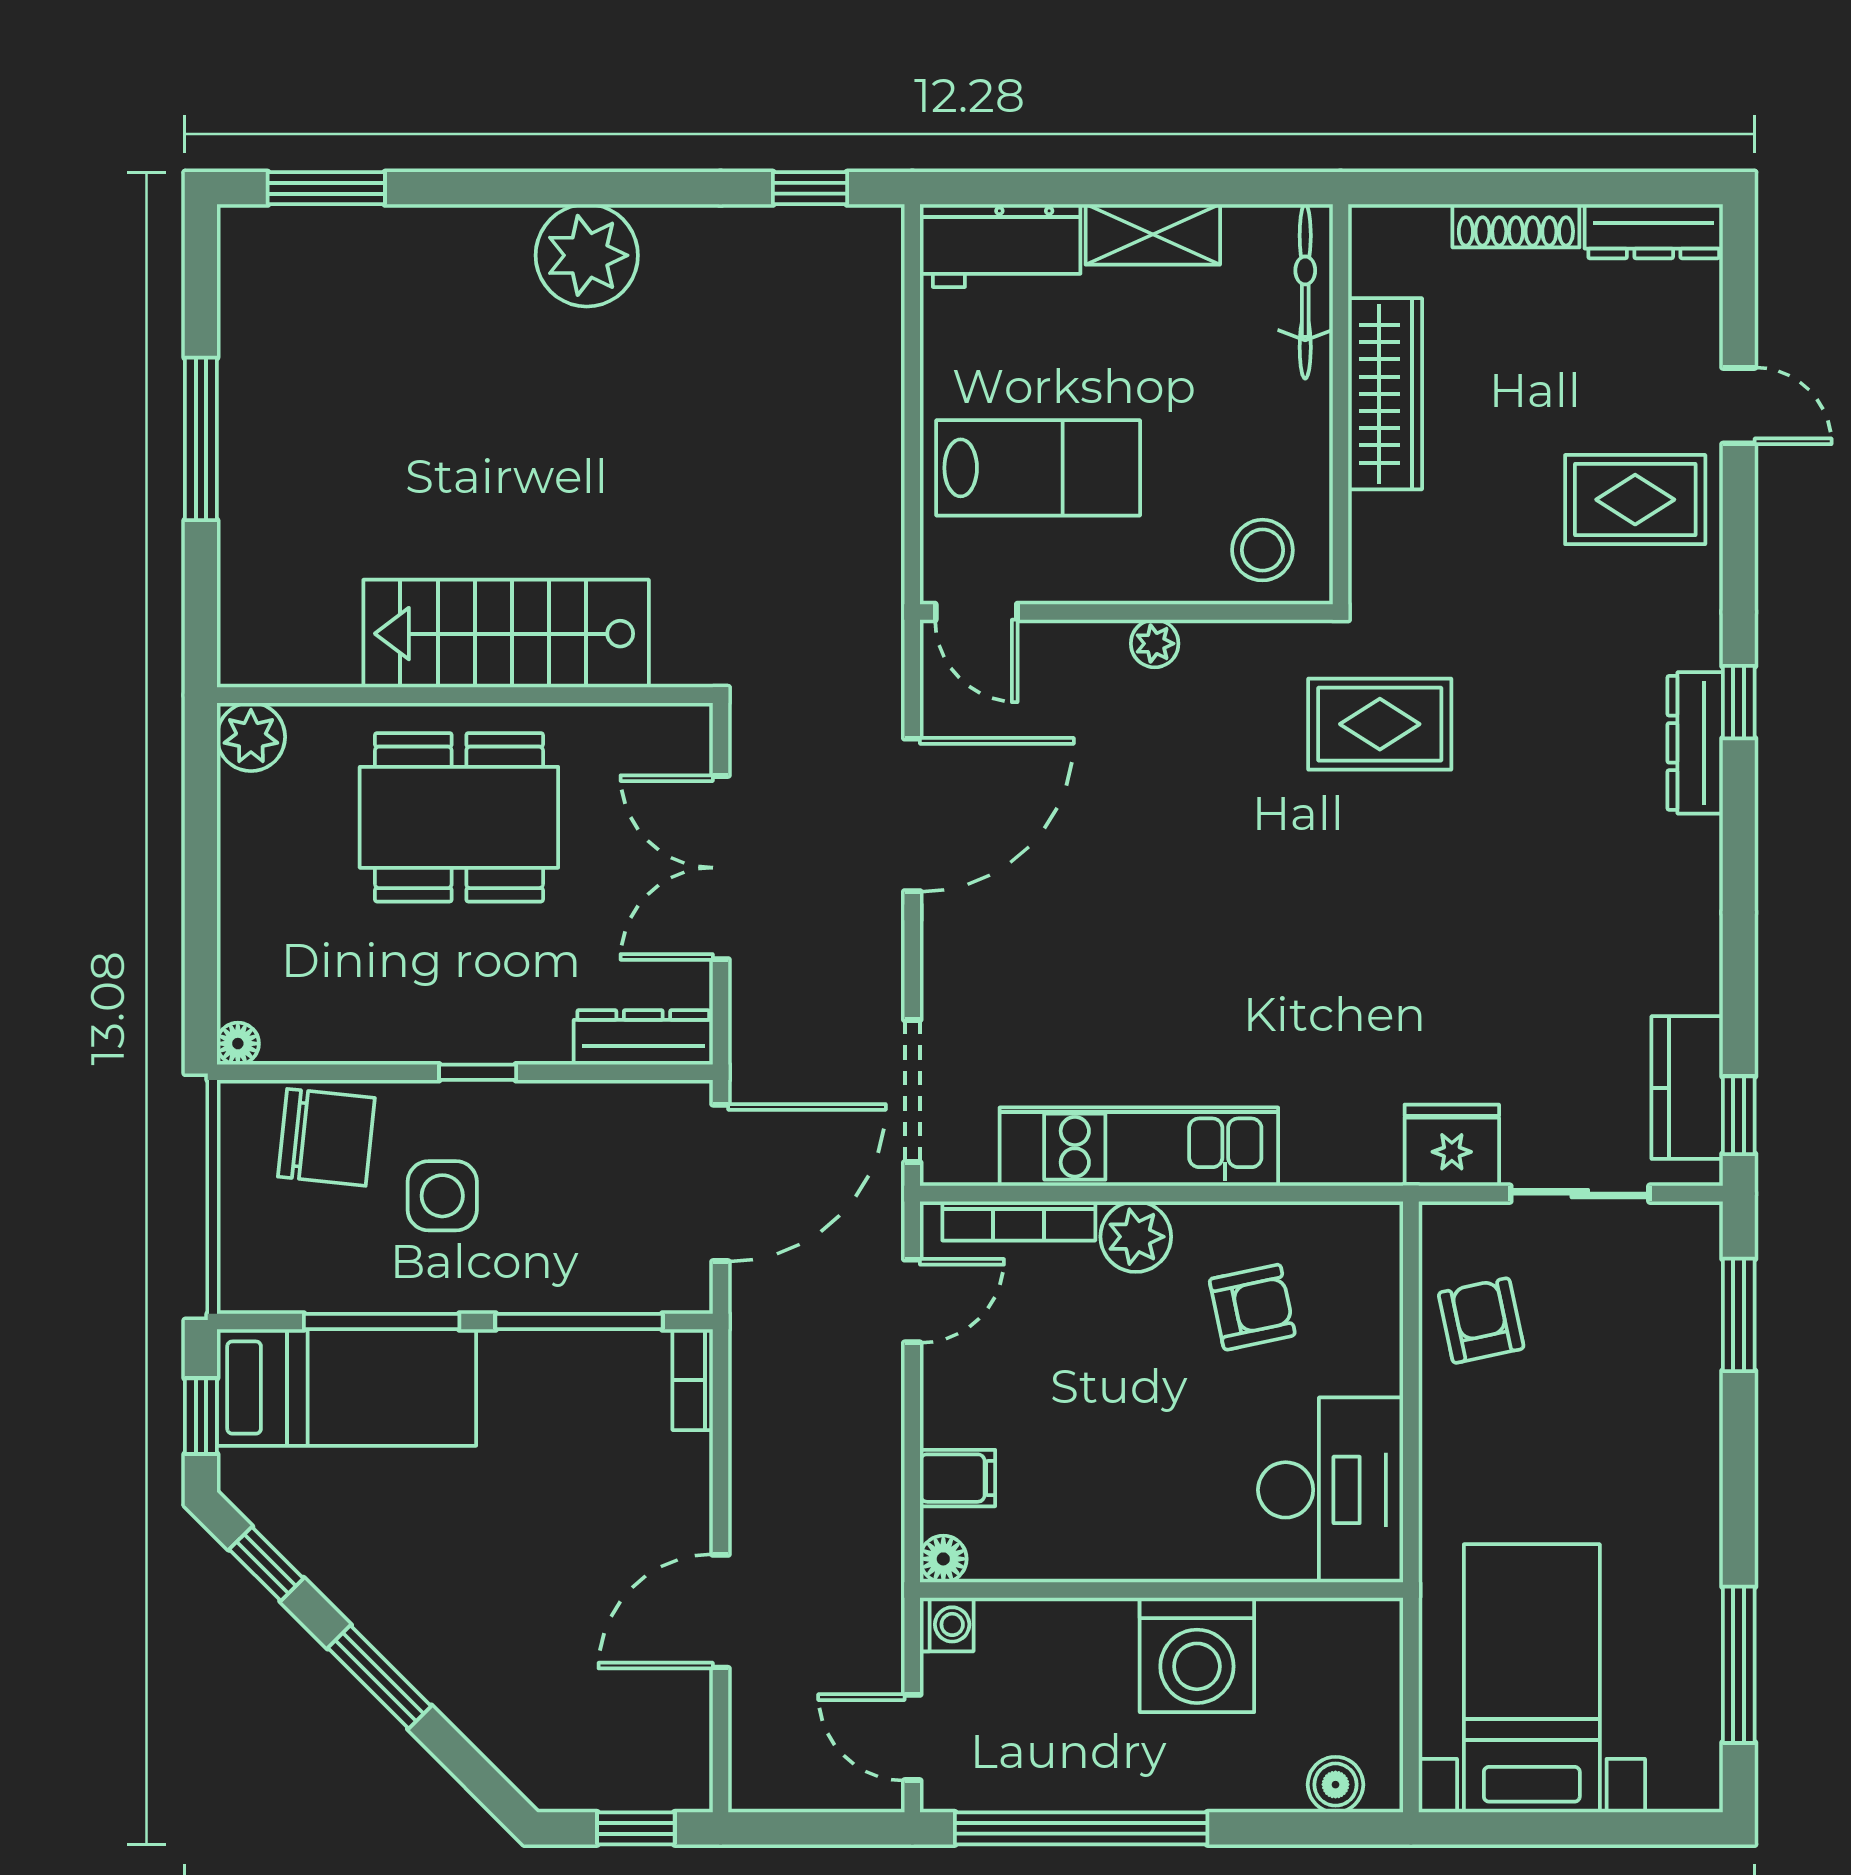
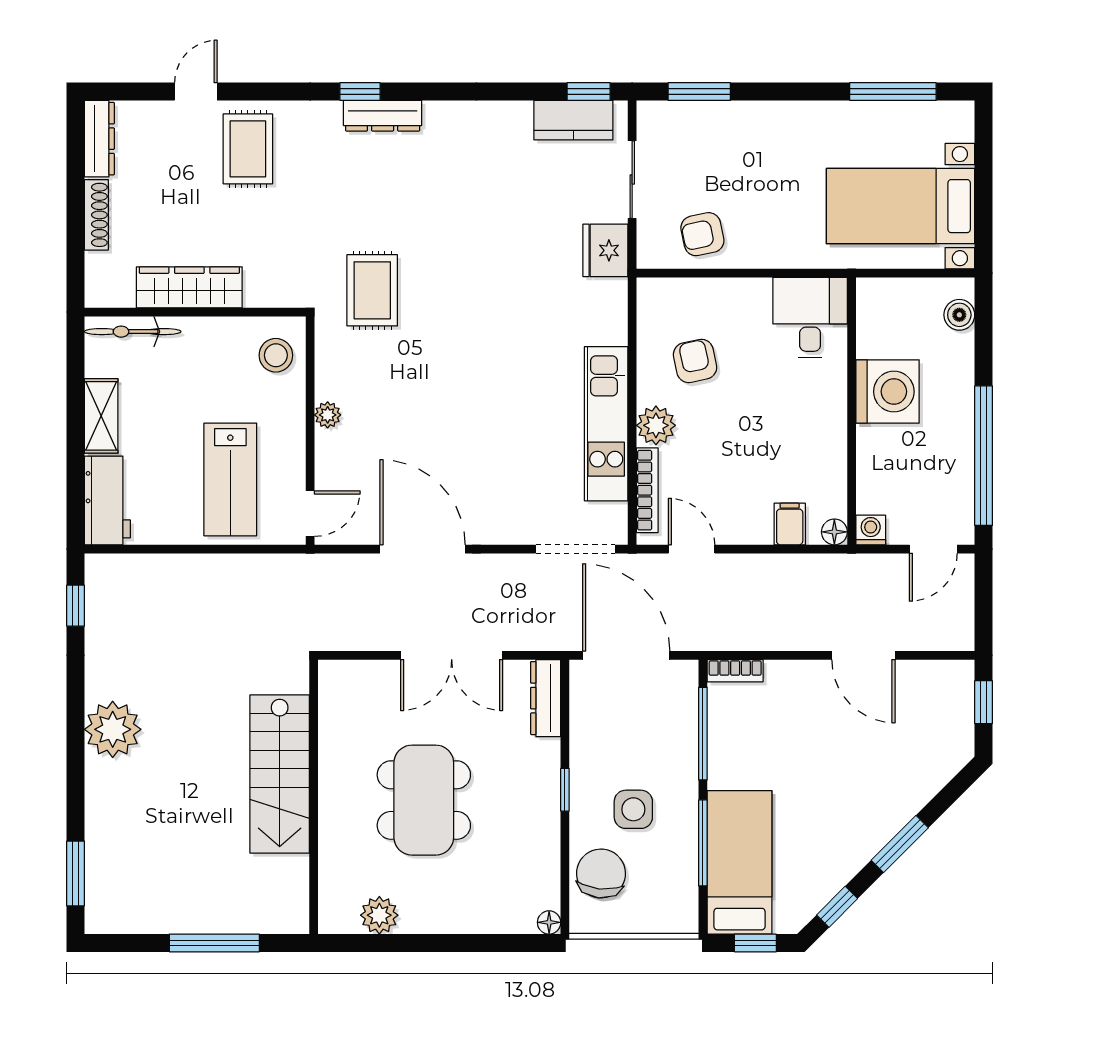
lab bench: (1038, 468) -> (230, 479), turned 180
stairs: (506, 634) -> (280, 774), moved
wall: (465, 695) -> (314, 797), moved
desk: (1331, 1490) -> (810, 318), width x0.73

